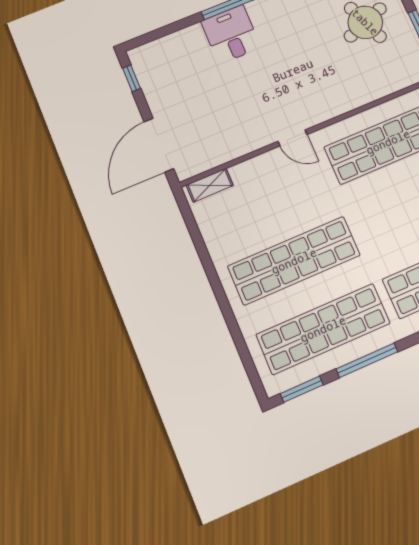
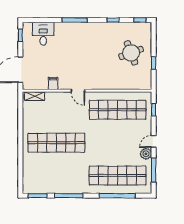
desk: (231, 34) -> (43, 34), moved
filing cabinet: (236, 145) -> (53, 83), added
shop shelf: (323, 329) -> (56, 176), removed

